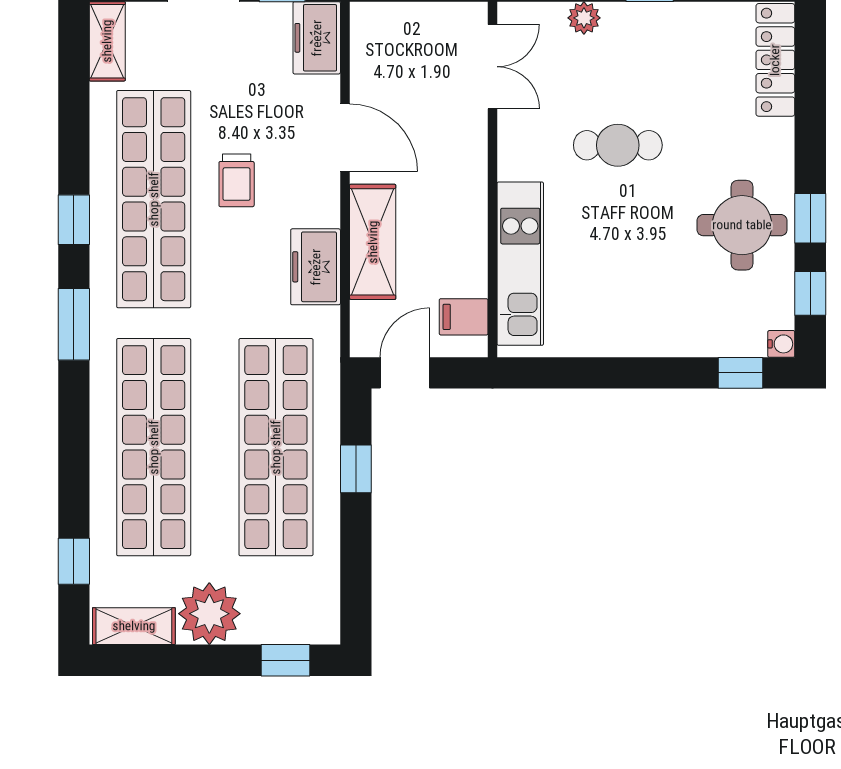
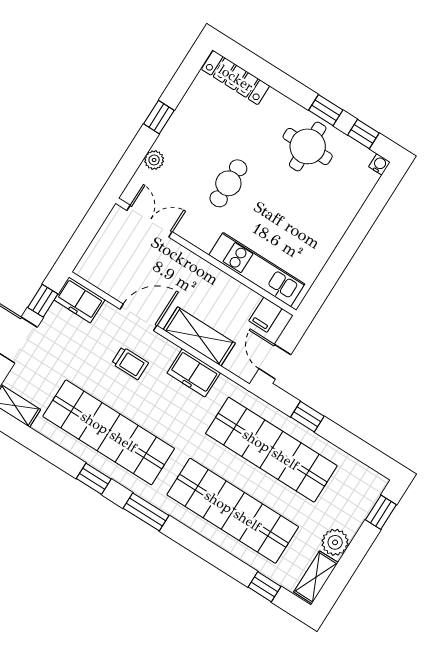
trolley: (237, 180) -> (130, 363), moved
window: (740, 373) -> (381, 194), removed
plant: (209, 614) -> (335, 542), width x0.73, depth x0.73

